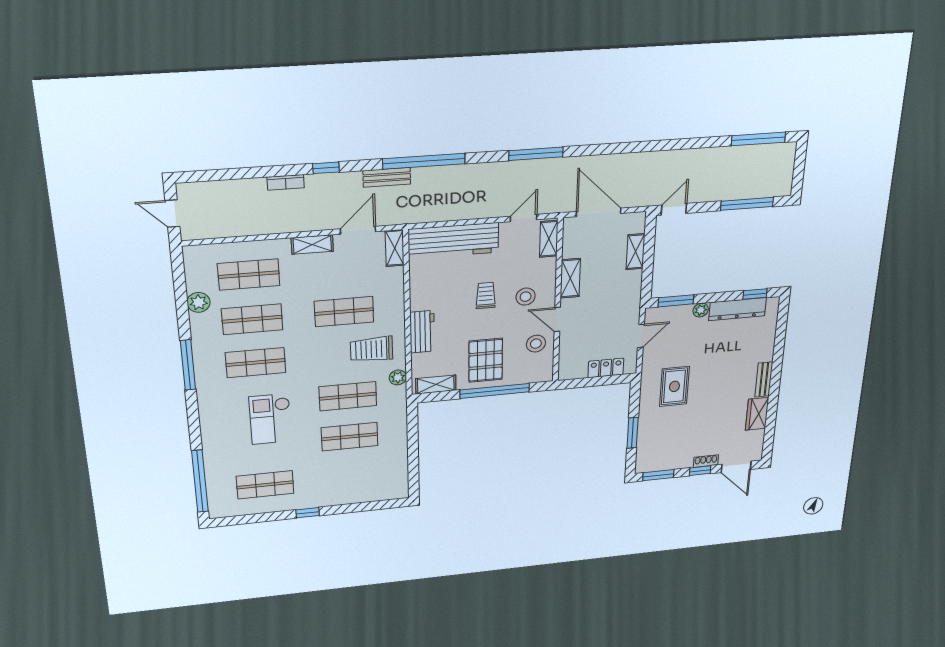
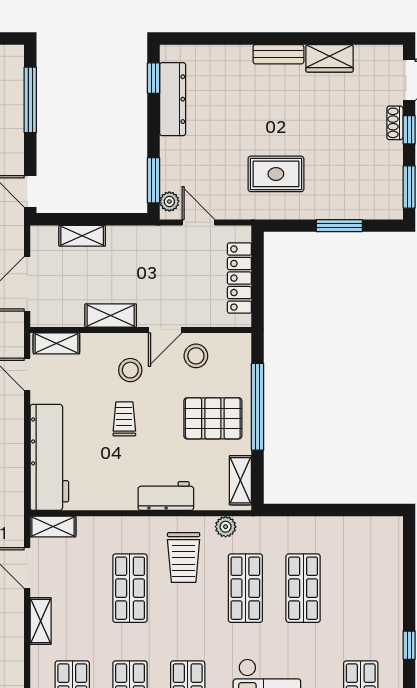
trolley: (486, 295) -> (124, 419), turned 90
plant: (701, 310) -> (169, 201), moved
locker: (606, 368) -> (239, 278), width x1.53

